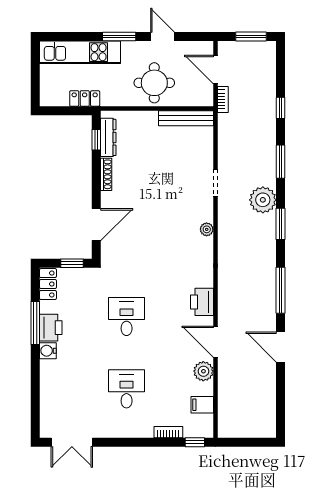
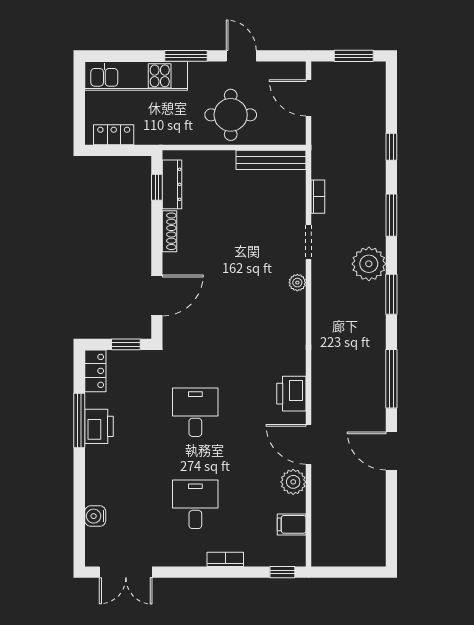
locker: (85, 98) -> (114, 135), moved
bookcase: (223, 99) -> (318, 197), moved
plant: (207, 229) -> (297, 283), moved
water cooler: (48, 351) -> (95, 516), moved
bookcase: (168, 432) -> (225, 559), moved

